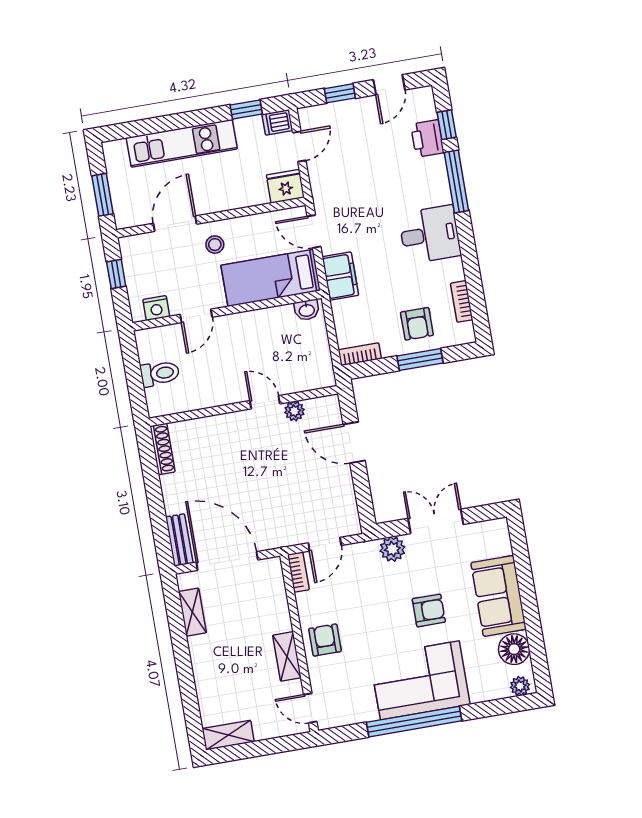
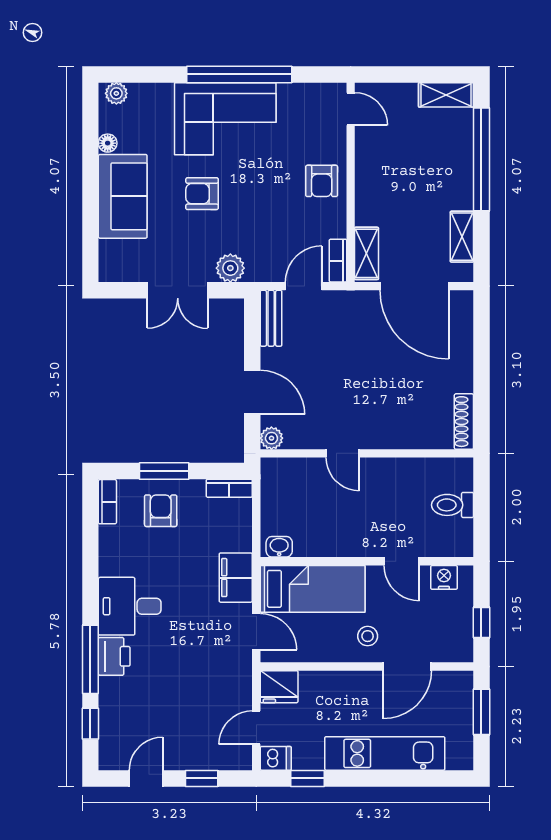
printer: (427, 138) -> (114, 656), moved
bookcase: (462, 301) -> (107, 502), moved
door: (196, 316) -> (402, 561), swing flipped
plant: (294, 411) -> (271, 438), moved
bench: (179, 540) -> (271, 318), moved
floor lamp: (514, 649) -> (108, 143), width x0.53, depth x0.53
shelving: (287, 656) -> (366, 253), moved
window: (187, 683) -> (481, 159), added

